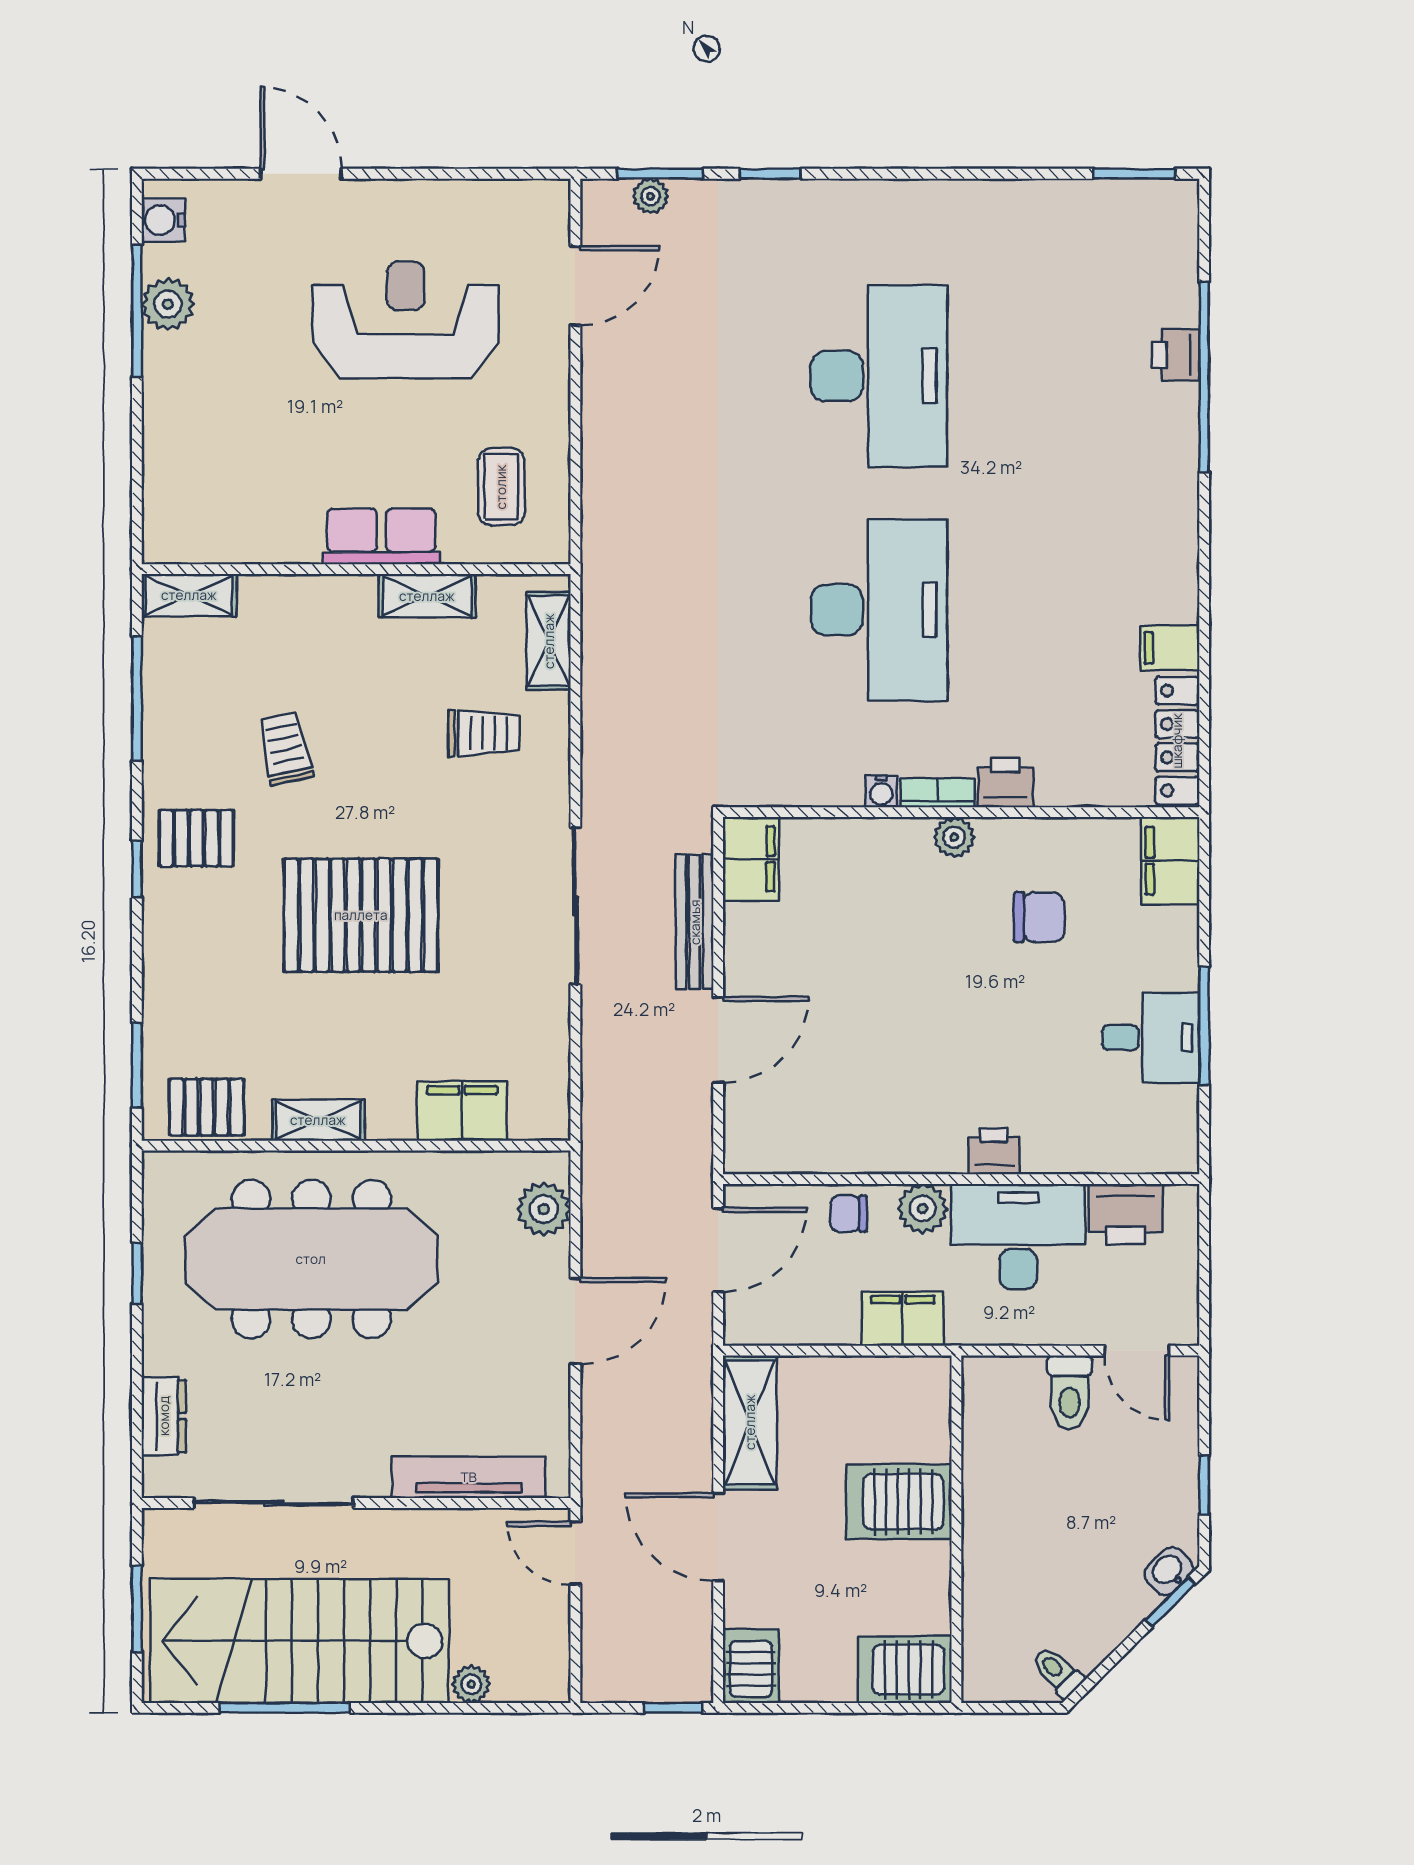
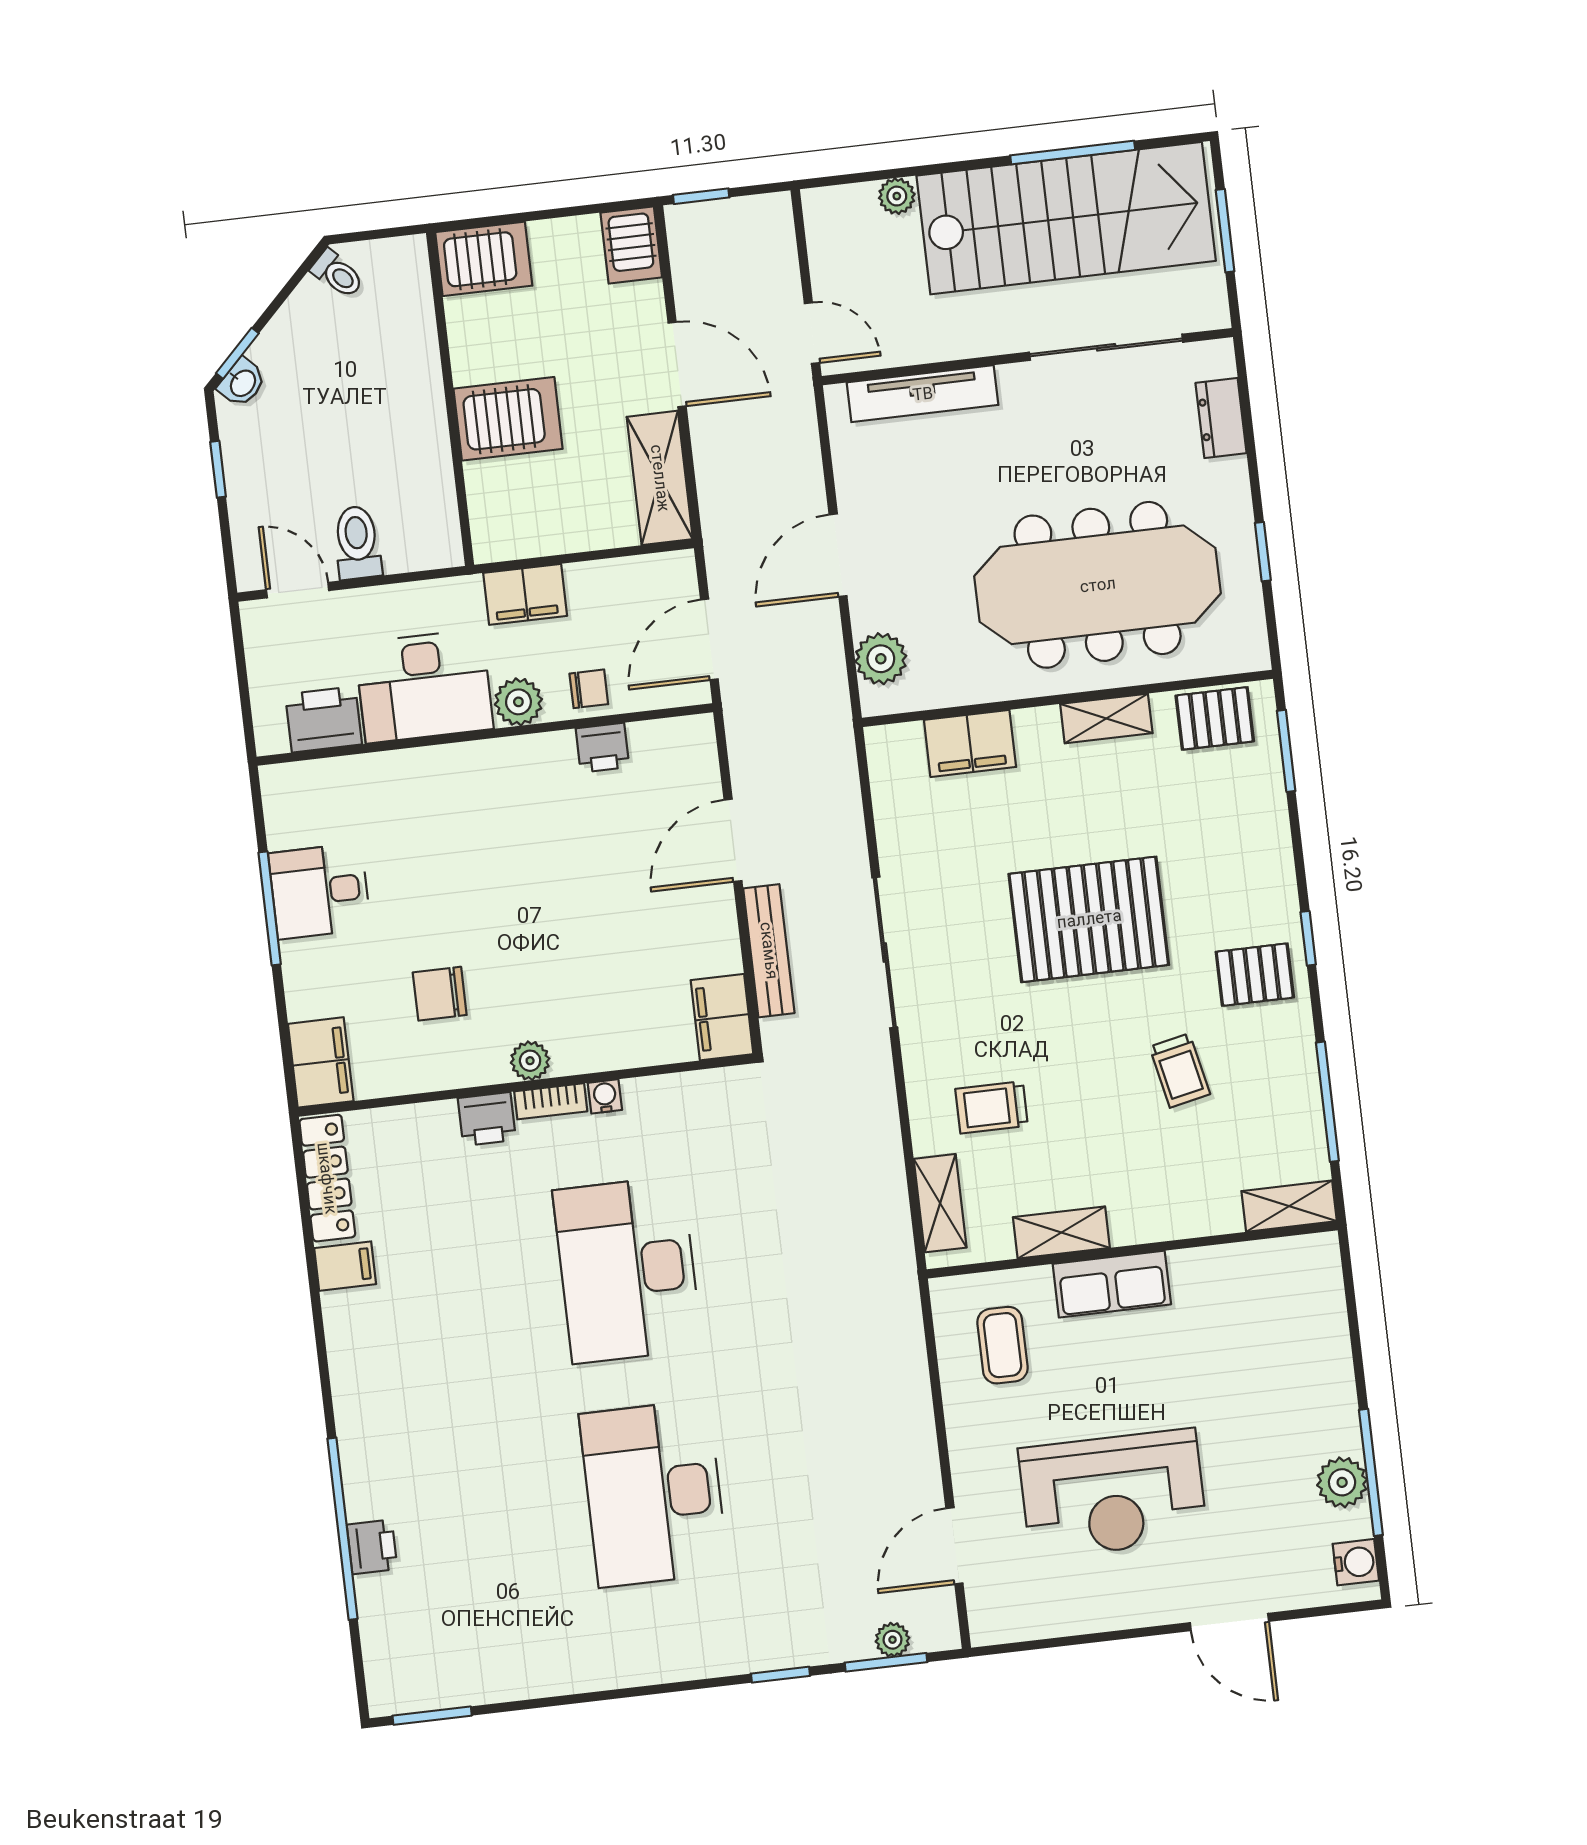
printer: (994, 1151) -> (602, 748), moved

